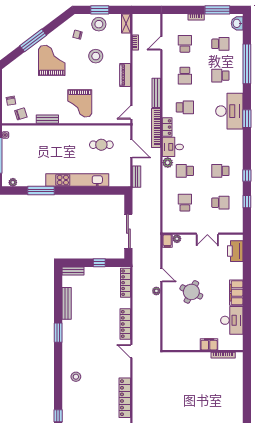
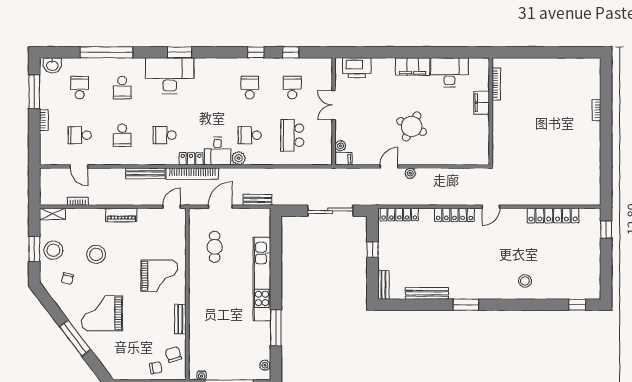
school desk: (185, 76) -> (122, 135), turned 90
school desk: (185, 107) -> (165, 135), turned -90
door: (131, 113) -> (172, 207), swing flipped
school desk: (185, 171) -> (250, 135), turned 90
school desk: (220, 171) -> (250, 88), turned 180
school desk: (185, 203) -> (292, 135), width x1.85
double door: (207, 234) -> (334, 105), swing flipped

